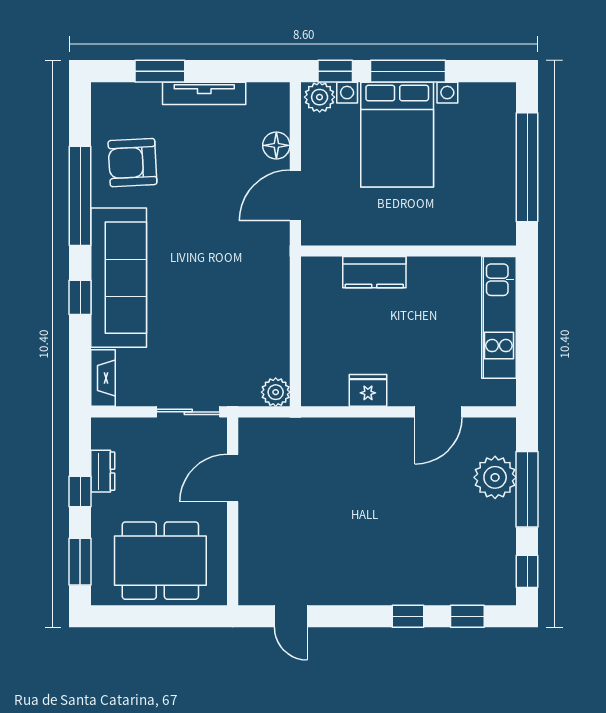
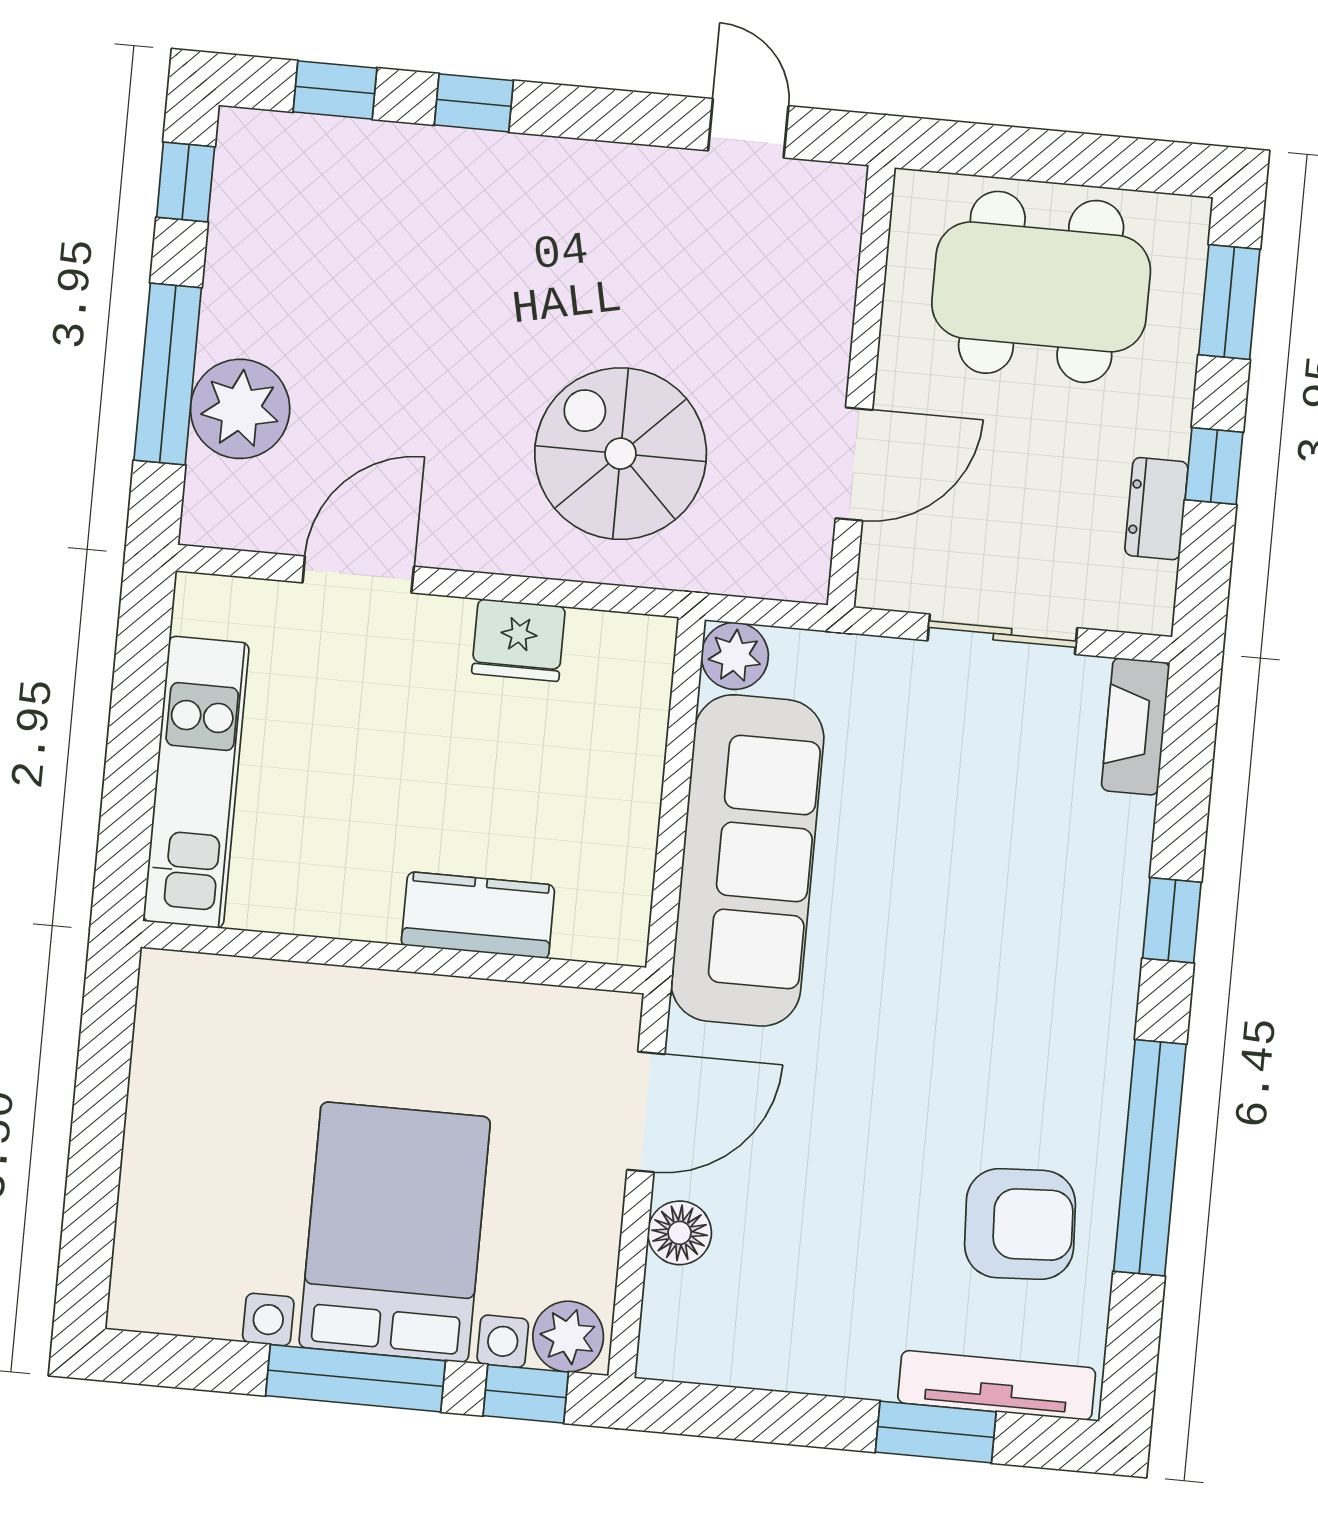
tv unit: (204, 93) -> (997, 1385), moved
window: (527, 167) -> (98, 1127), removed
sofa: (119, 278) -> (747, 860), moved, turned 180
sliding door: (188, 412) -> (1002, 634), moved
spiral stairs: (332, 473) -> (621, 454), added

